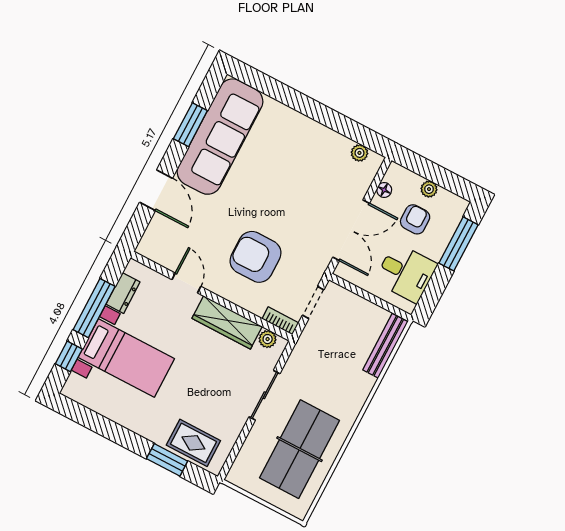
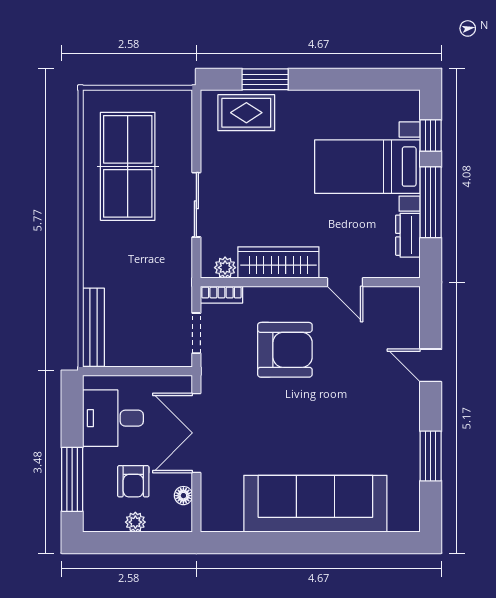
sofa: (220, 137) -> (315, 504), moved, turned 90
plant: (359, 153) -> (231, 522), removed
door: (156, 190) -> (431, 365), width x0.73

